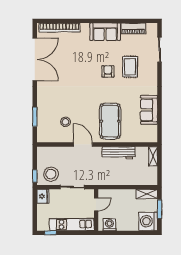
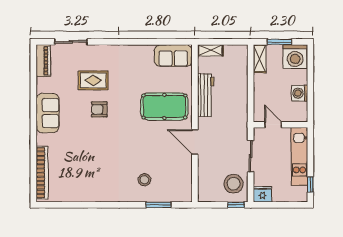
piano: (133, 28) -> (43, 61), moved
double door: (35, 59) -> (84, 205), removed
sofa: (149, 110) -> (173, 56), moved
stool: (65, 122) -> (144, 180), moved
door: (83, 145) -> (195, 142), hinge flipped
washing machine: (109, 225) -> (300, 93), moved

